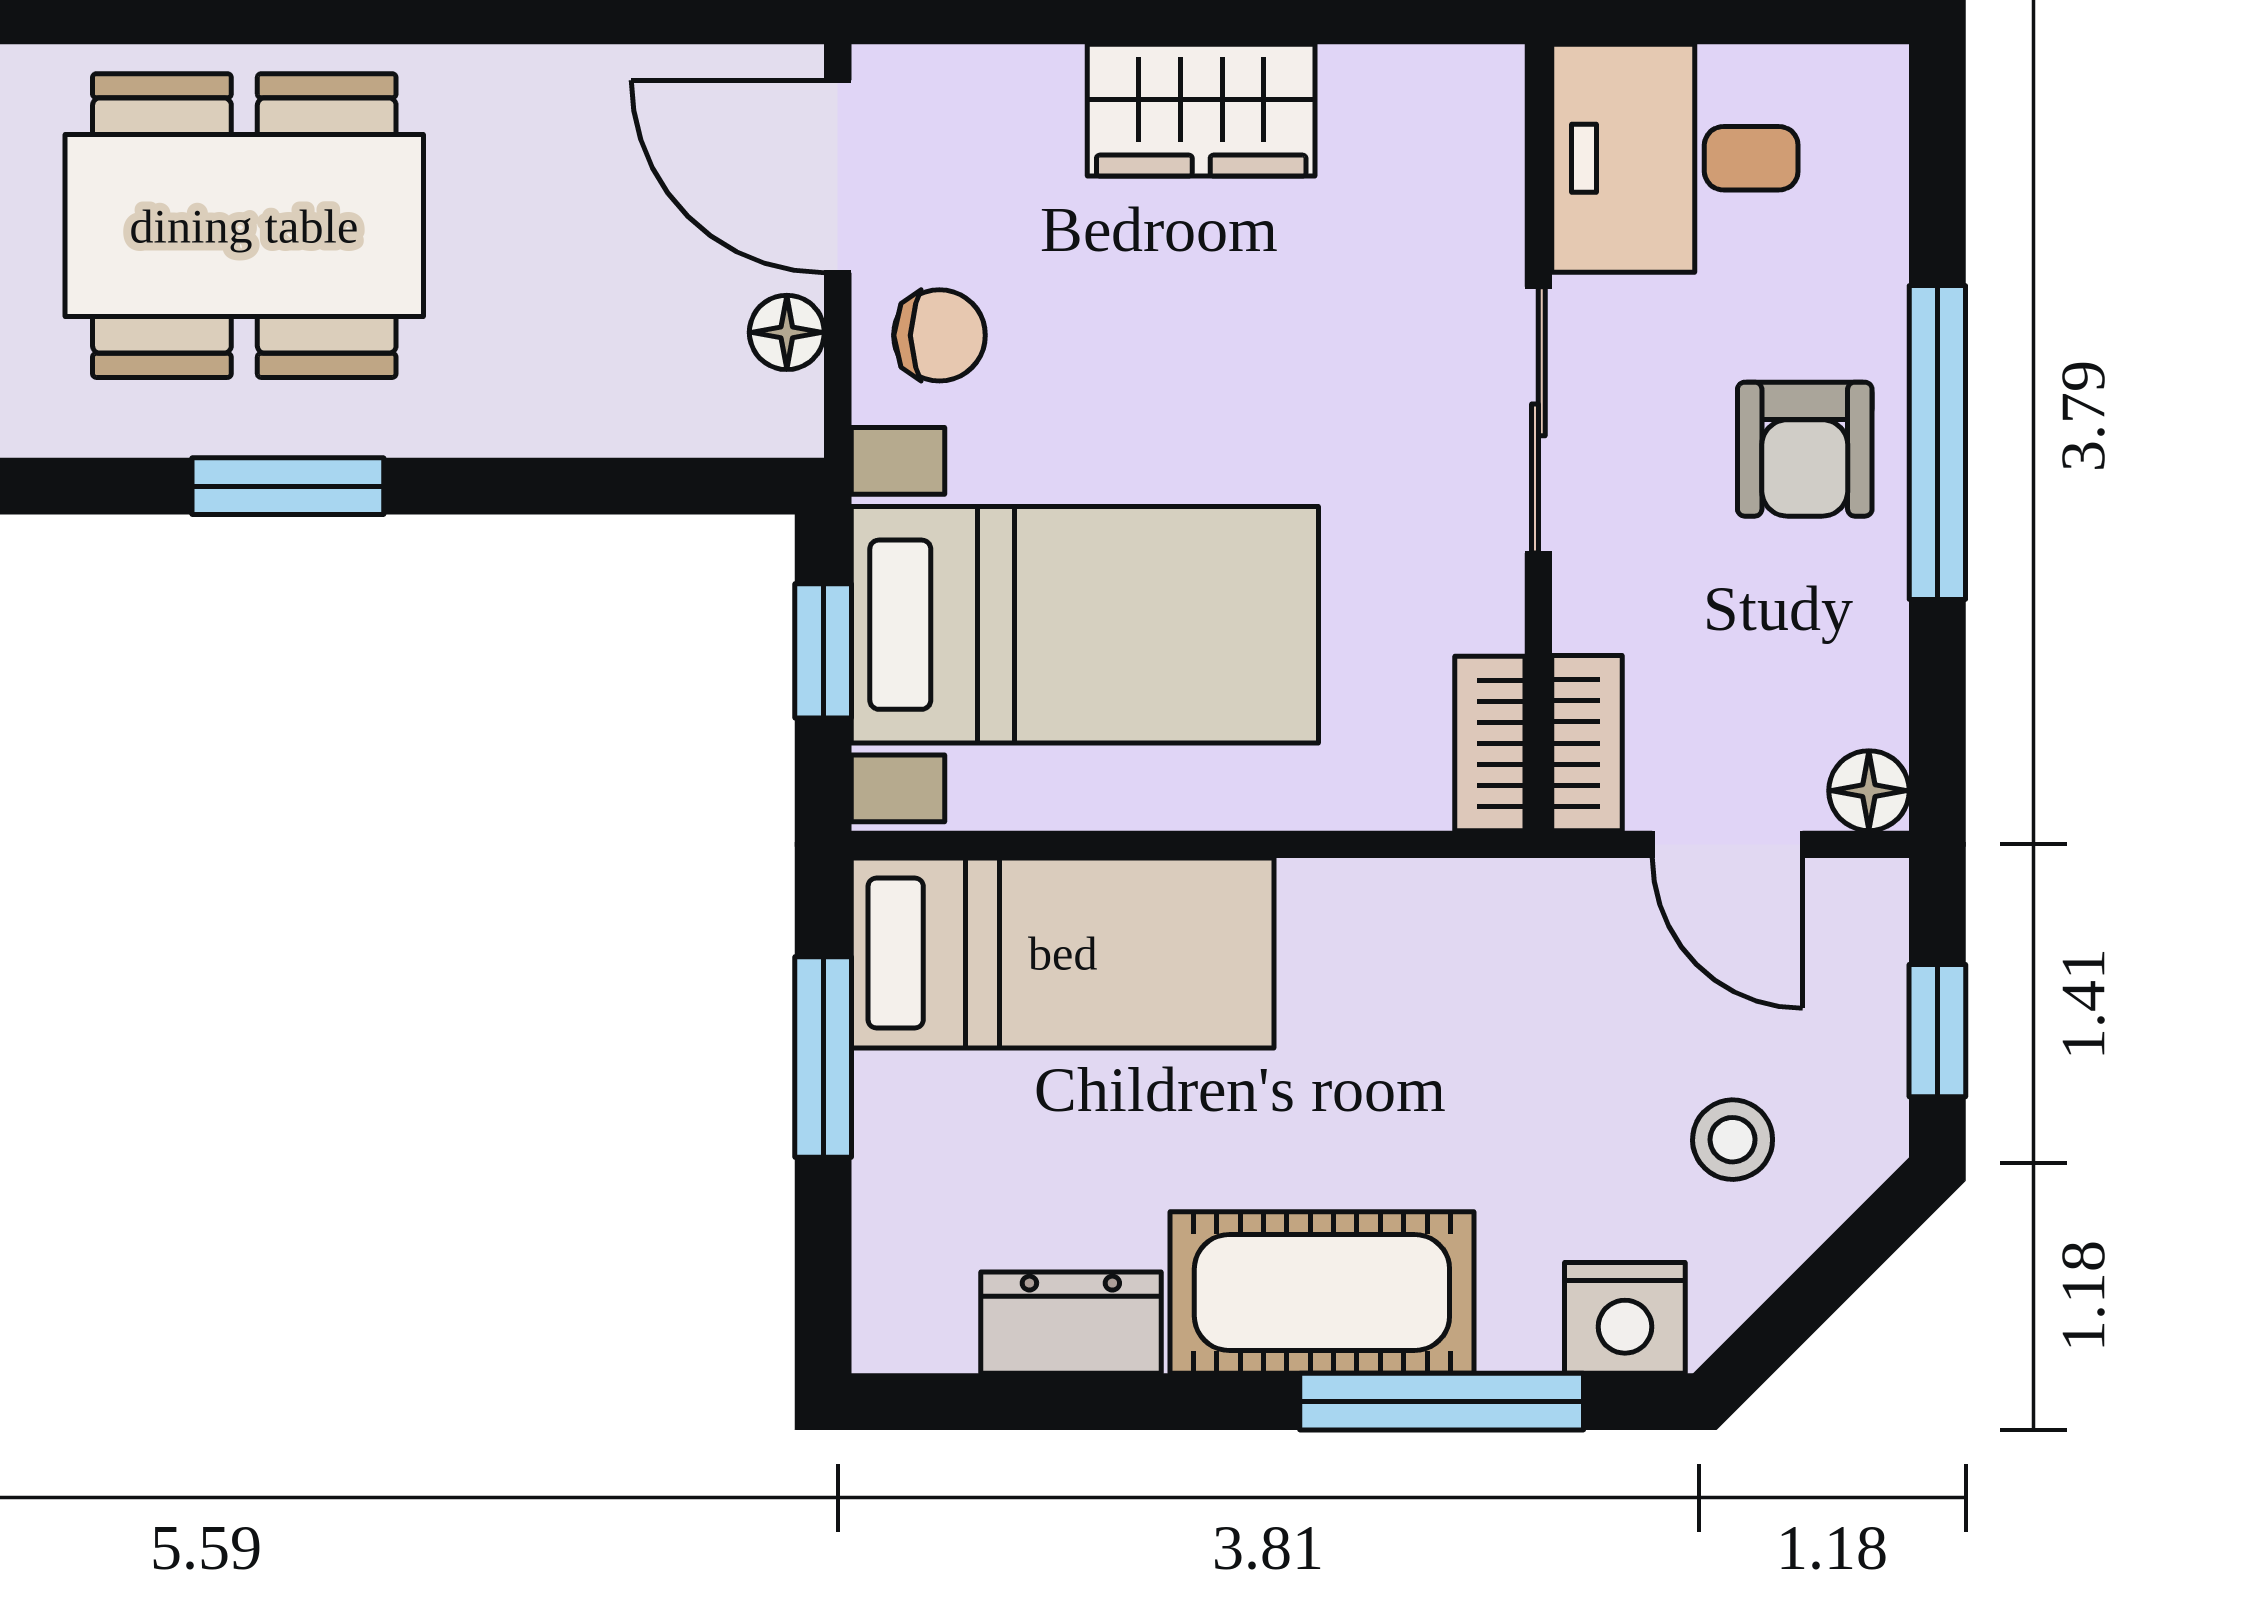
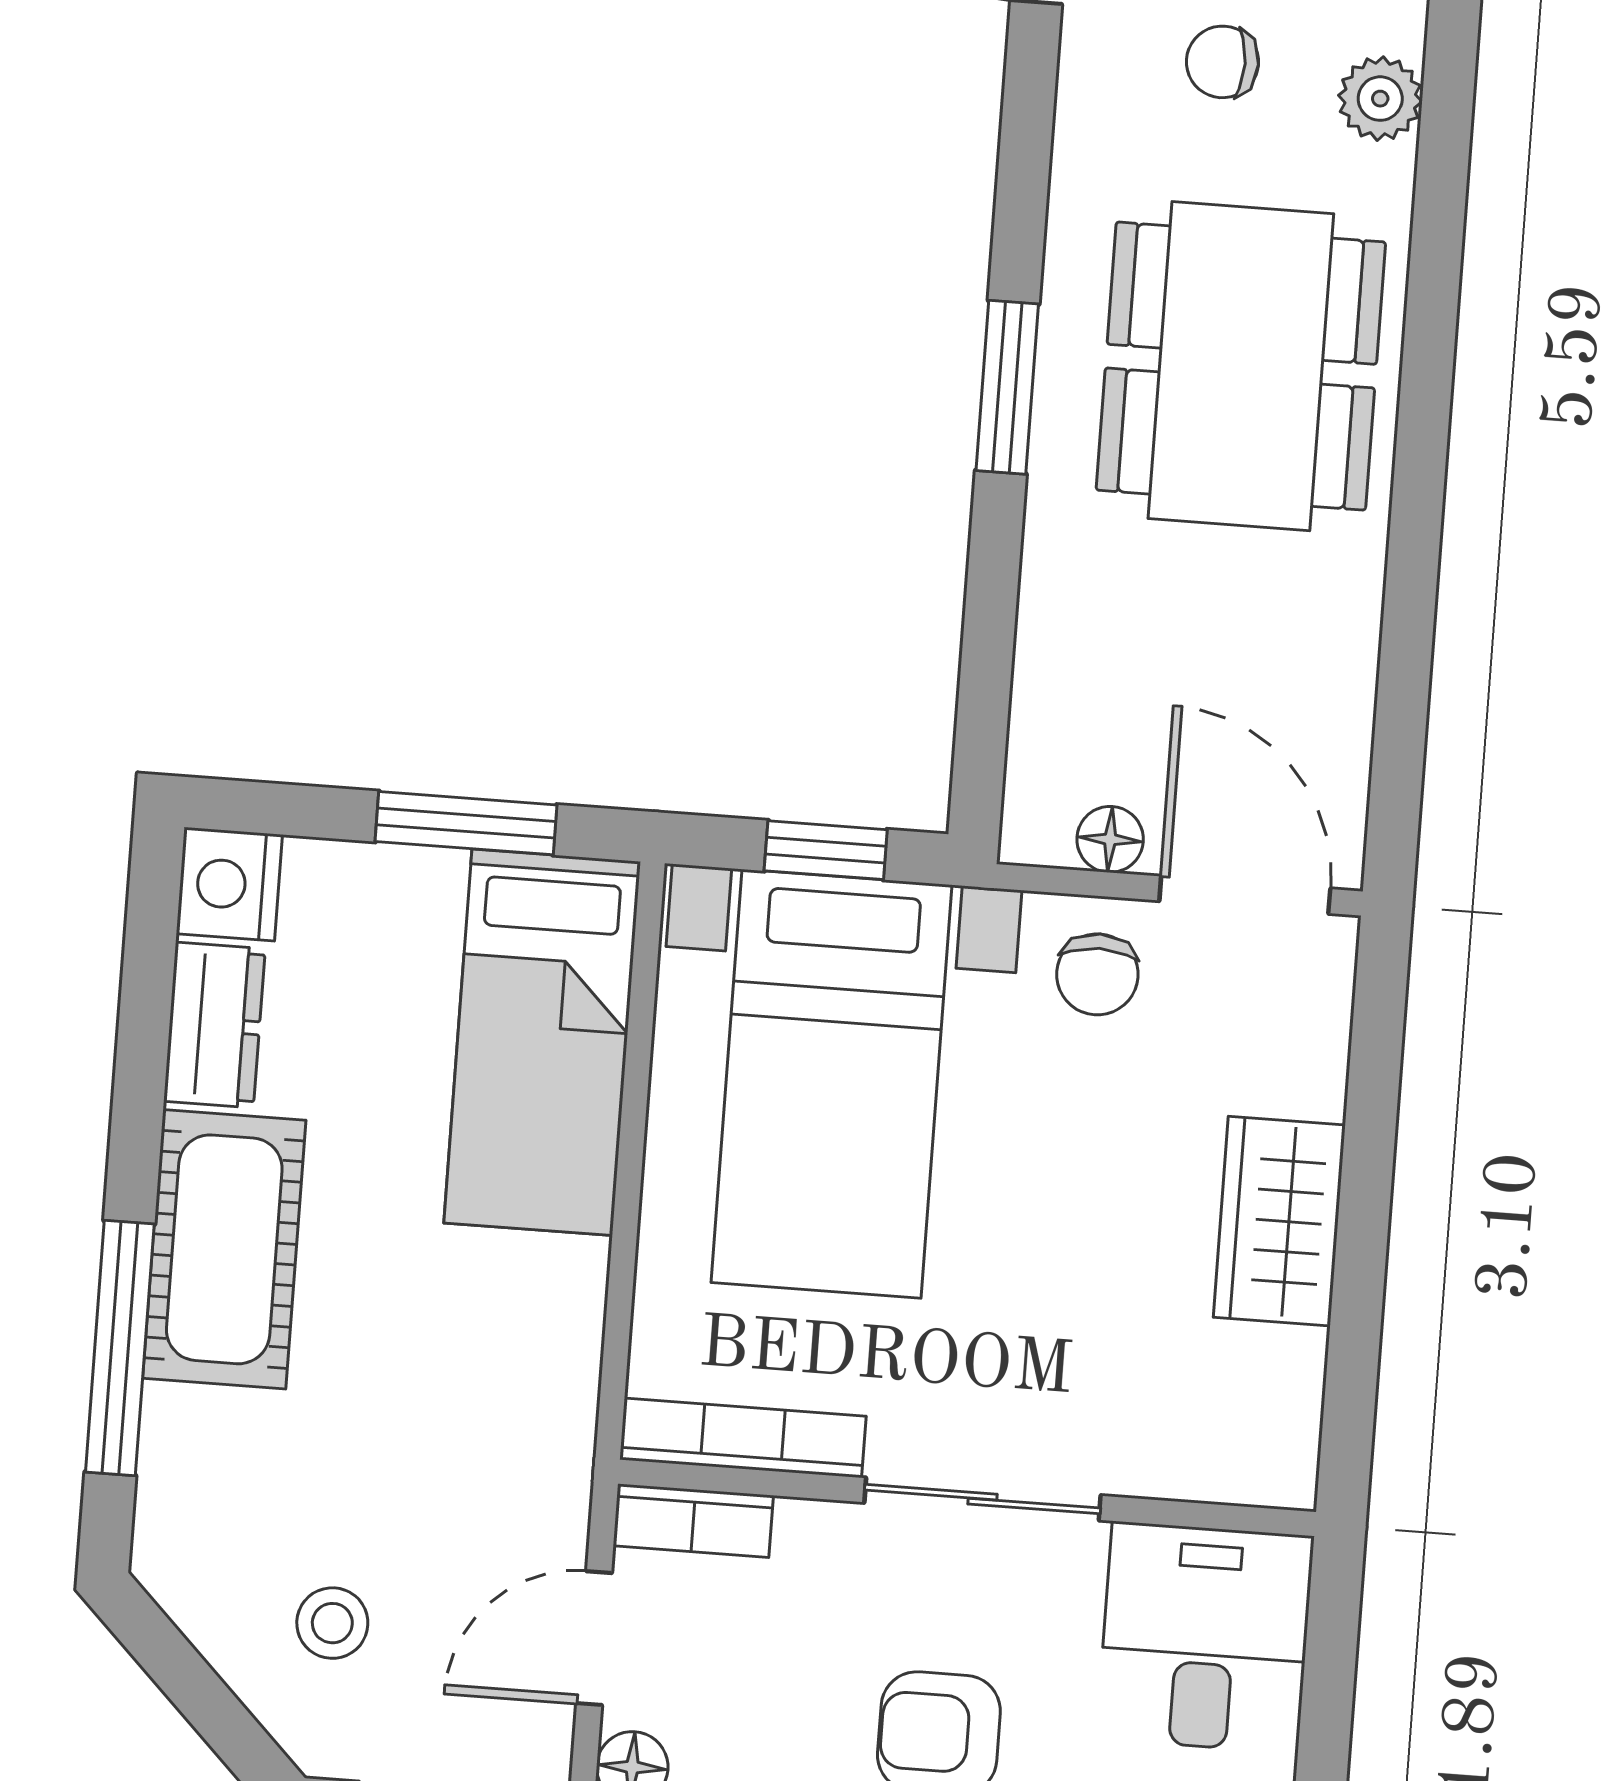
door: (838, 176) -> (1245, 895), hinge flipped
bookcase: (1490, 743) -> (743, 1438), width x1.56
nightstand: (1625, 1318) -> (229, 884), moved

